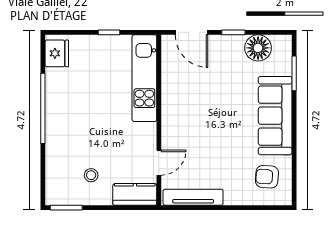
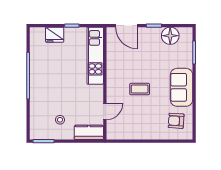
fridge: (57, 53) -> (55, 35), moved, turned 90
sofa: (275, 116) -> (181, 87), width x0.73
coffee table: (212, 129) -> (140, 89), added
tv unit: (193, 197) -> (127, 134), removed

